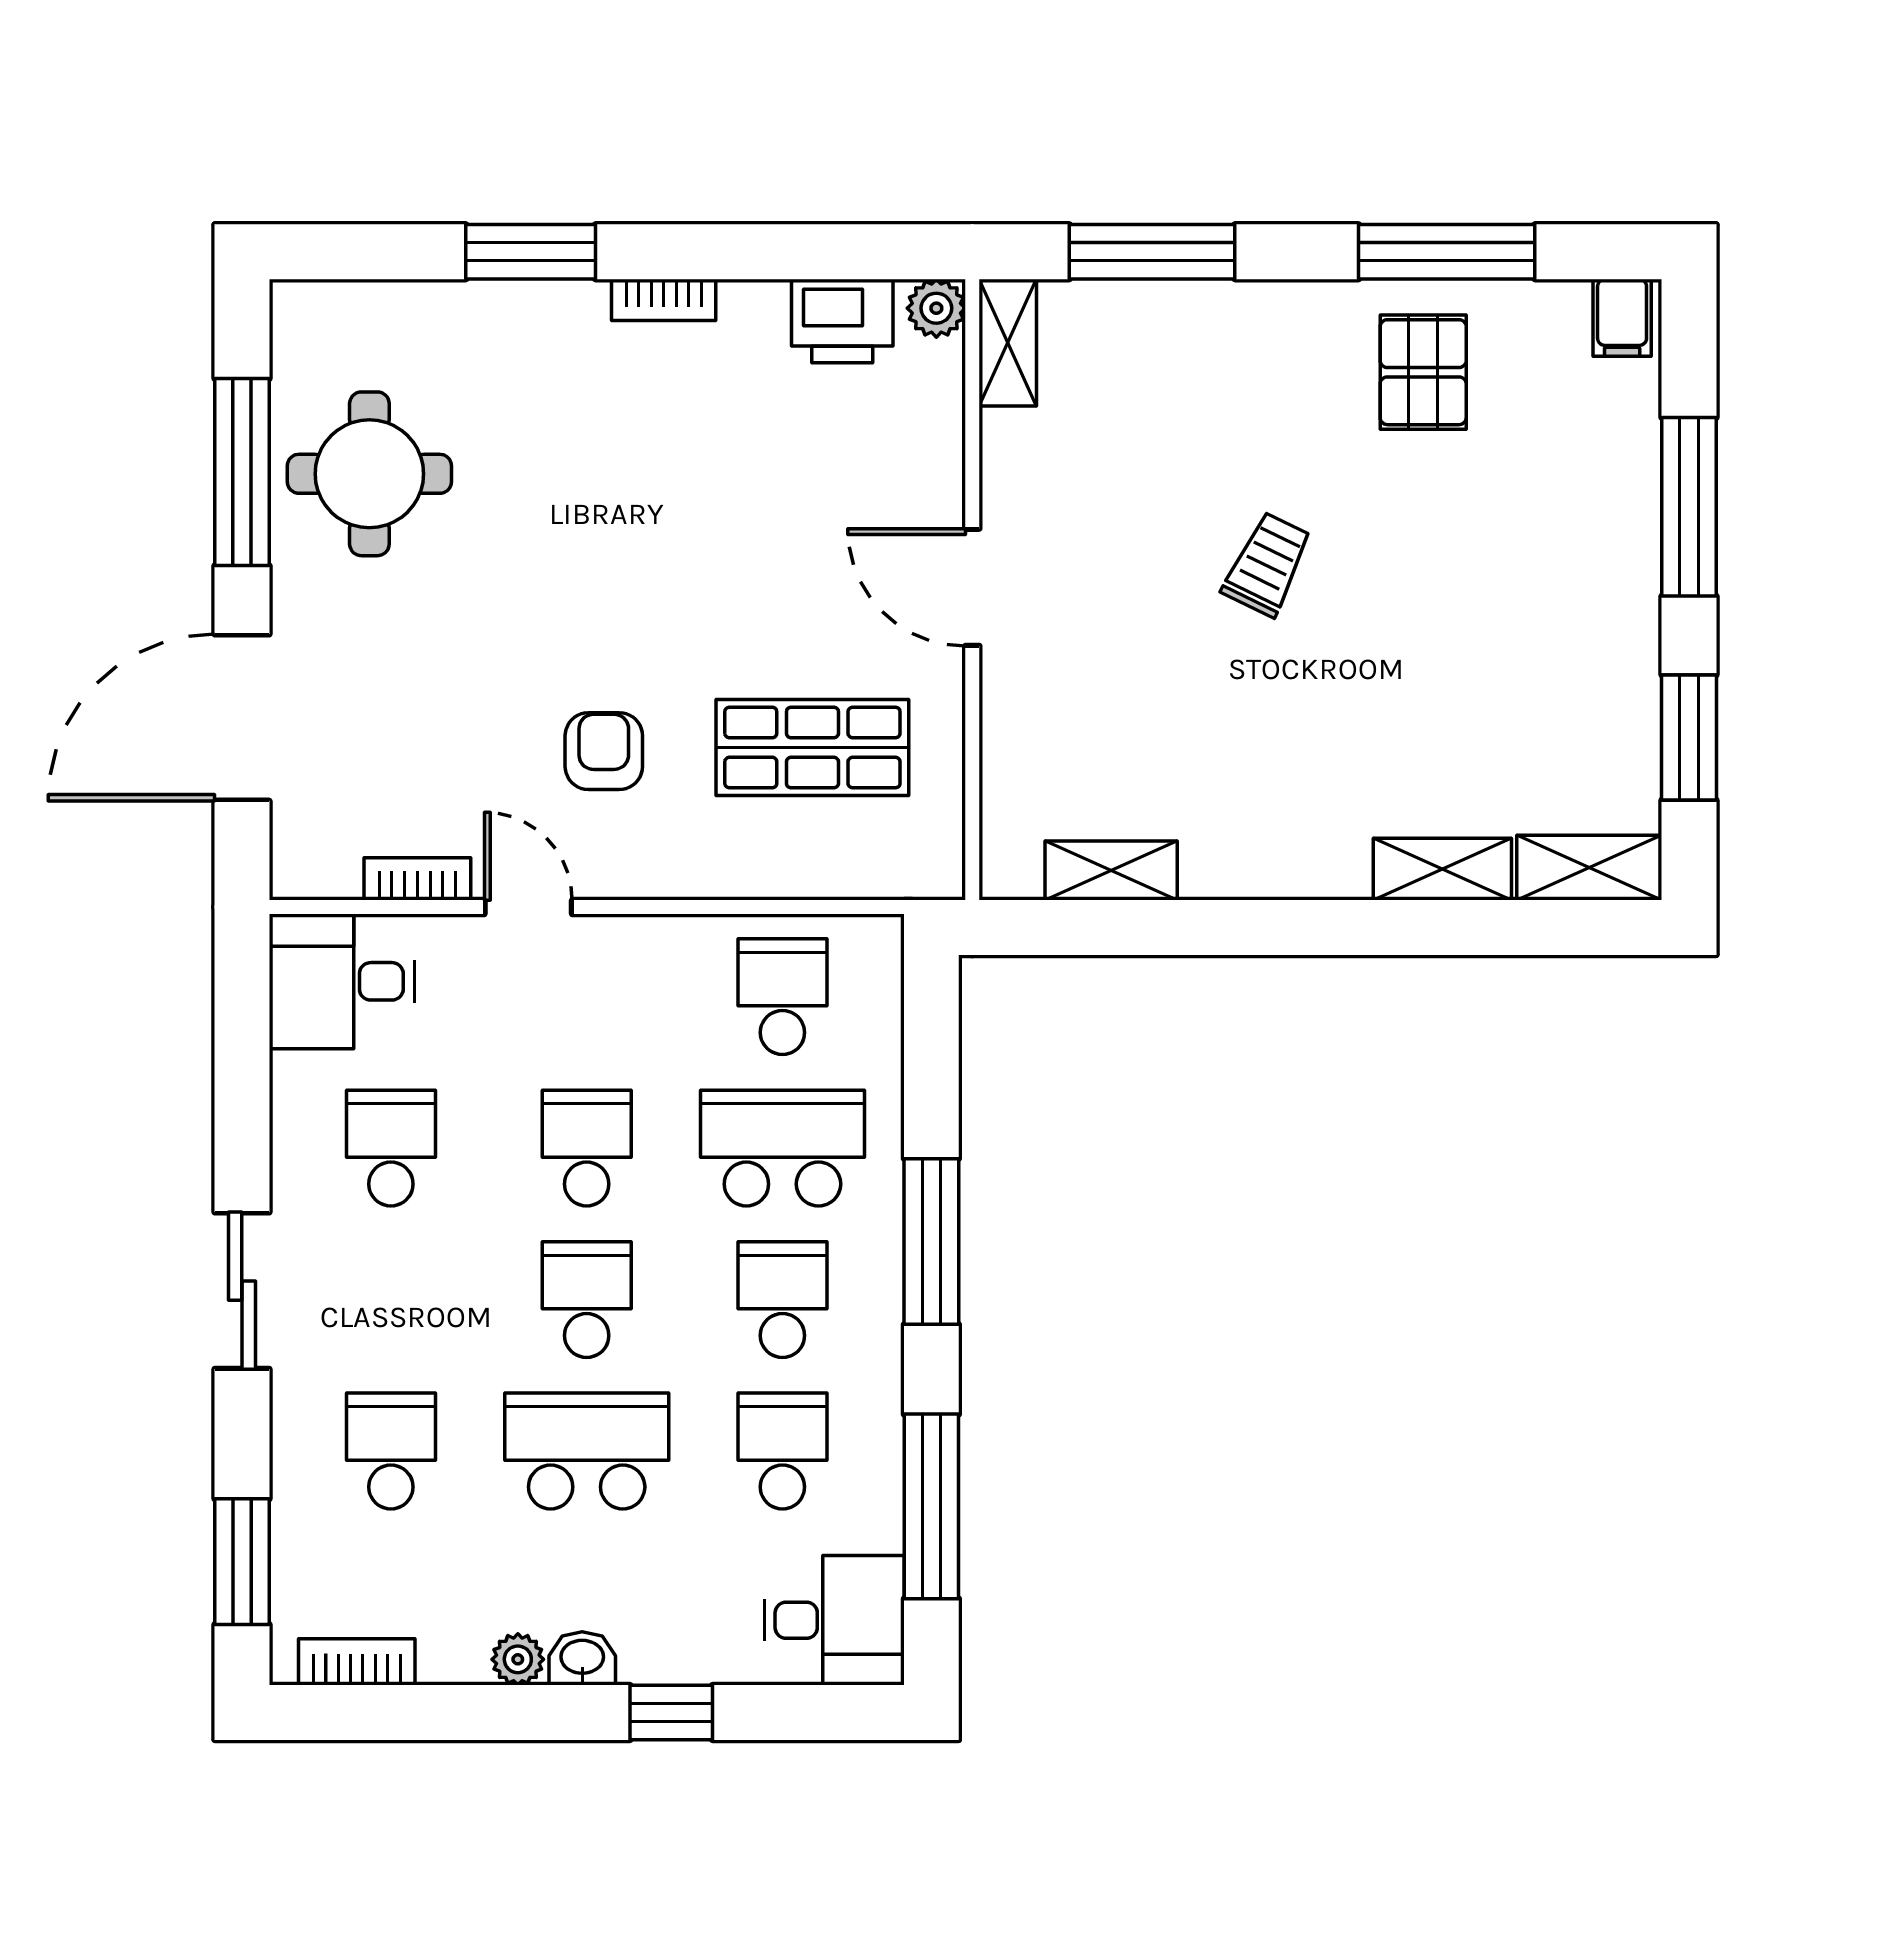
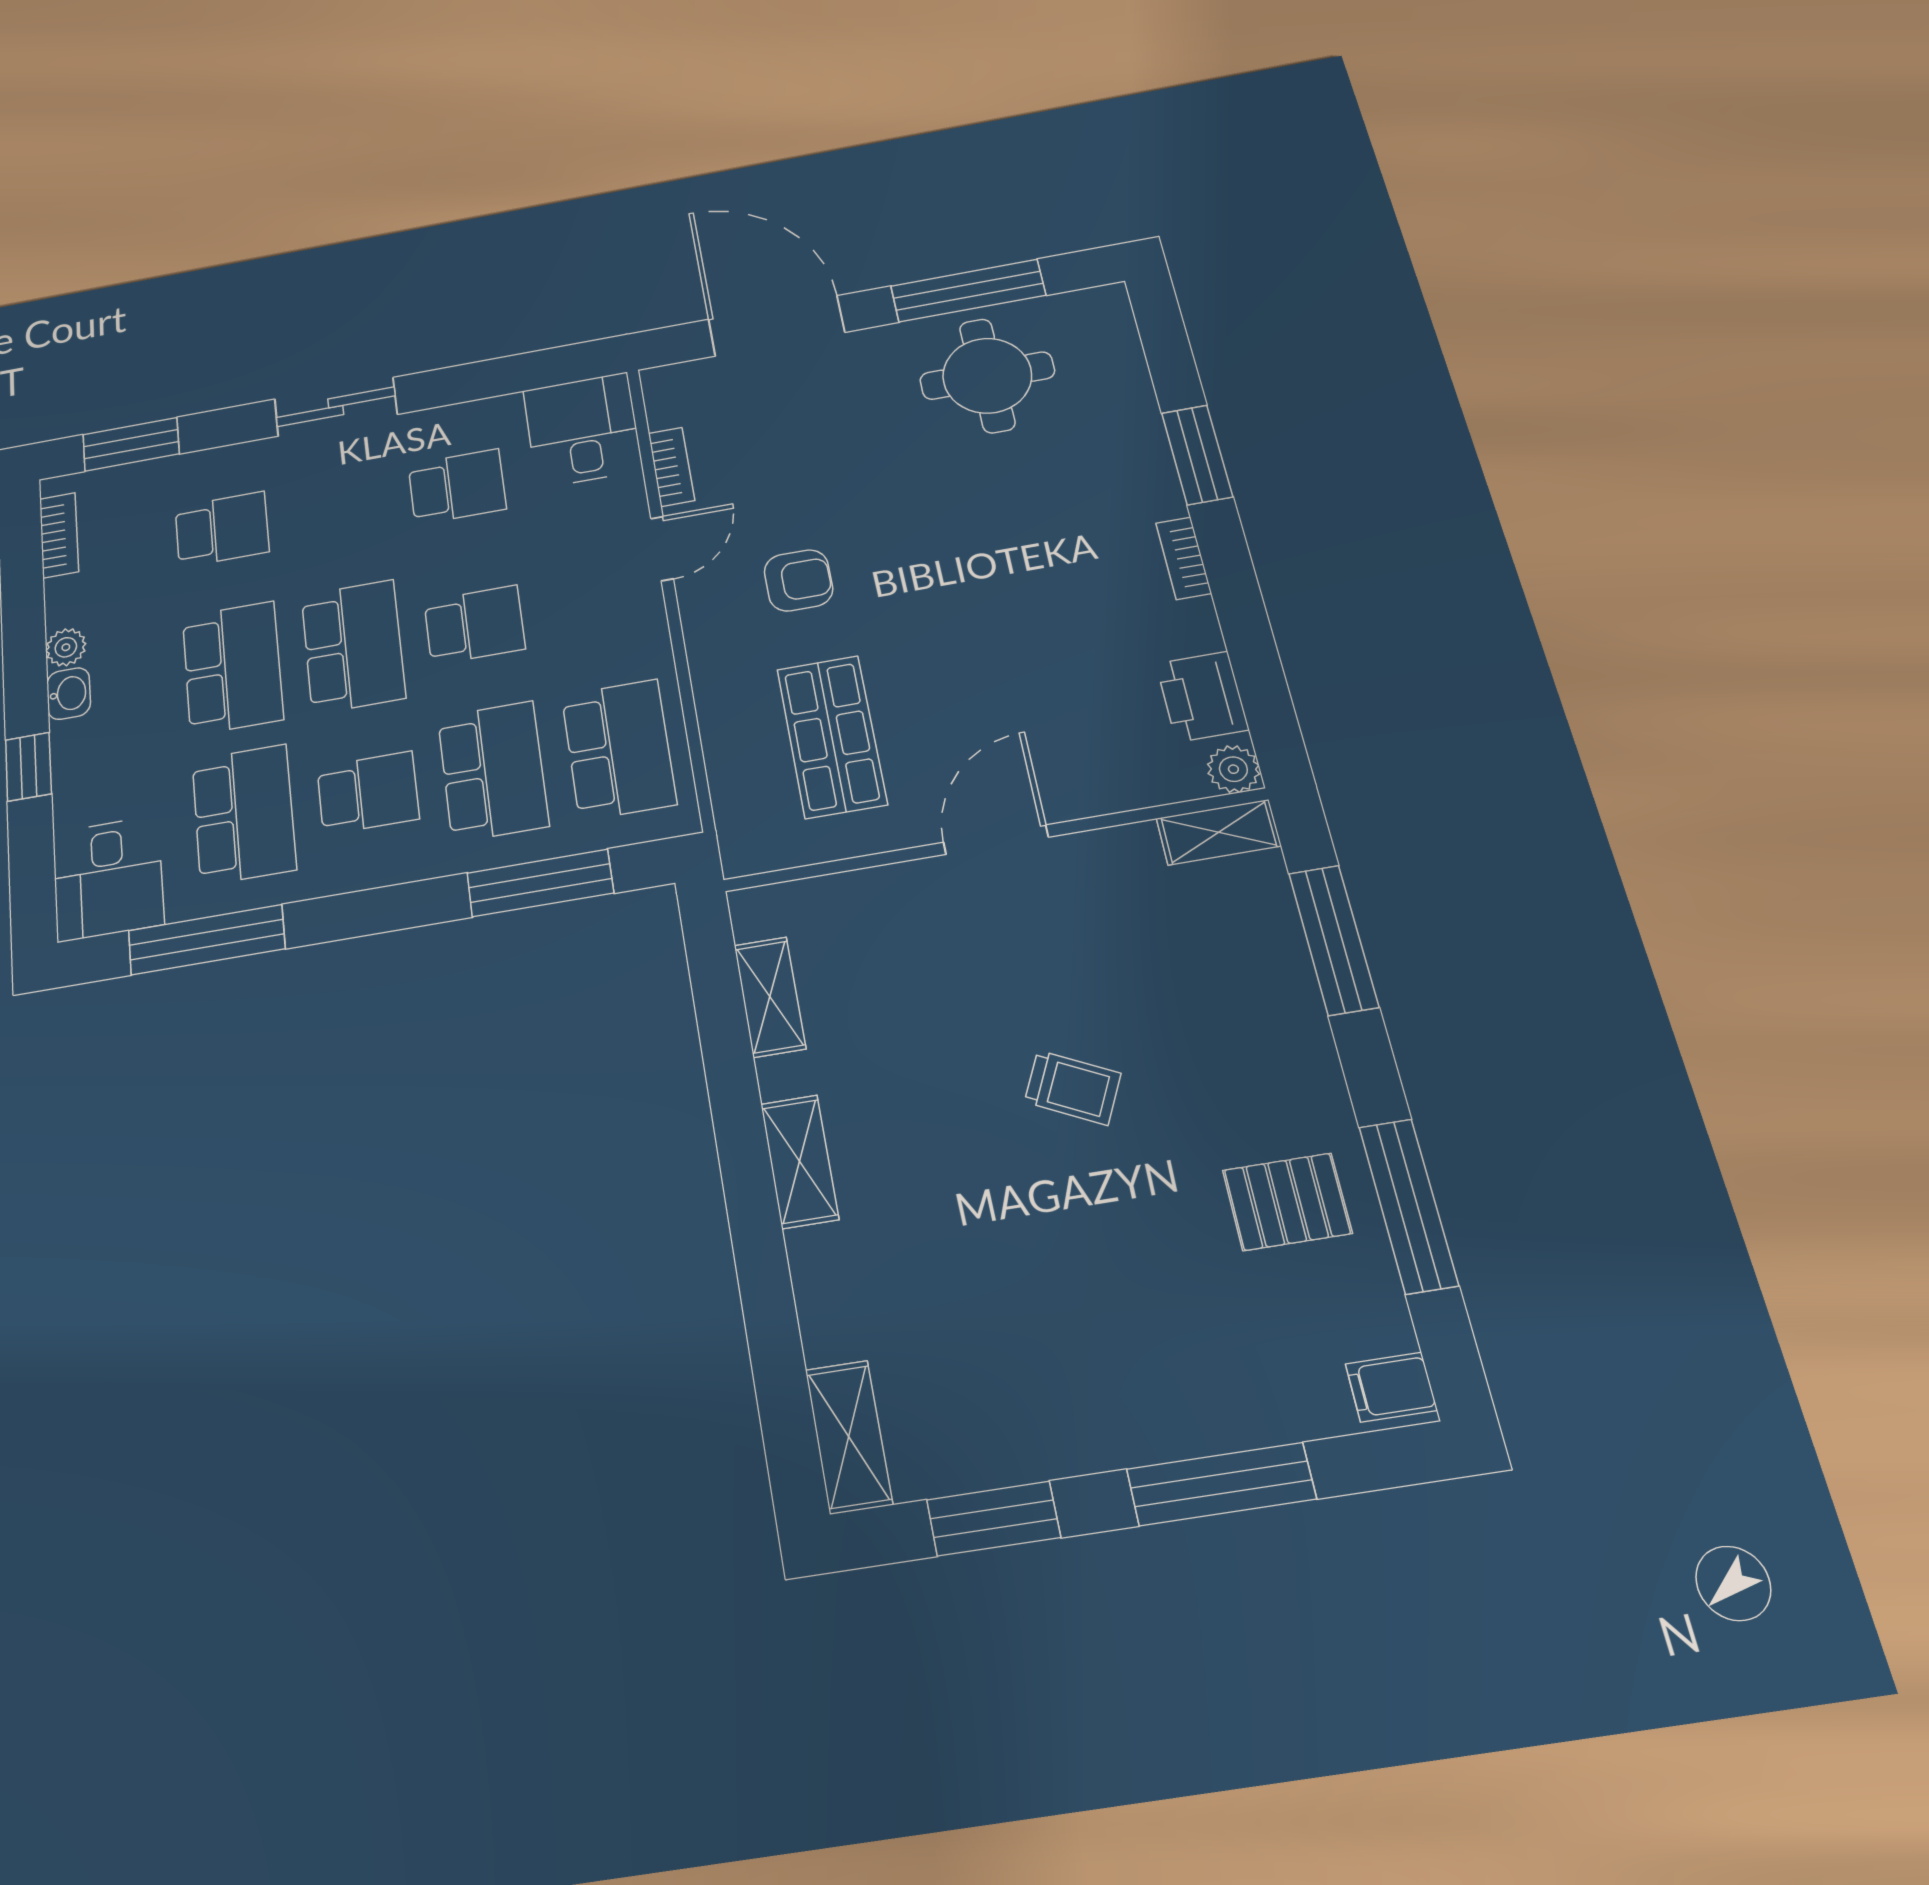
shelving: (1442, 869) -> (800, 1161), moved
school desk: (782, 997) -> (619, 749), width x1.85
window: (931, 1242) -> (540, 883), moved
school desk: (587, 1300) -> (353, 646), width x1.85
school desk: (782, 1451) -> (244, 814), width x1.85

